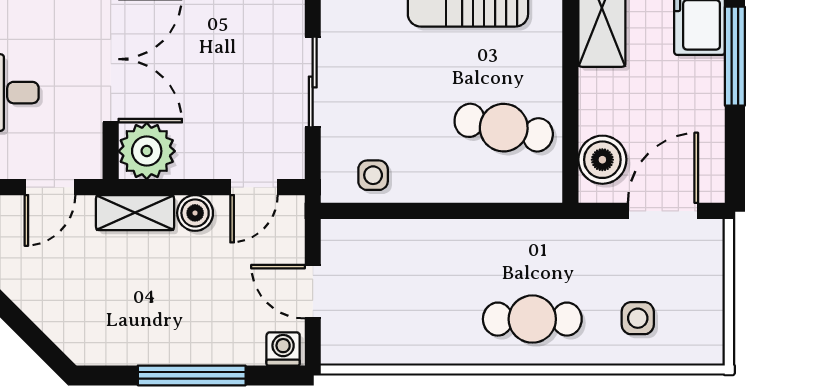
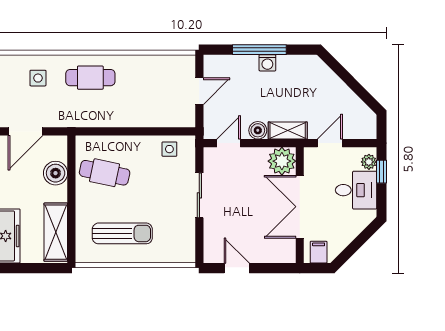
boiler: (602, 160) -> (56, 173), moved
door: (313, 292) -> (199, 91), hinge flipped
washing machine: (283, 349) -> (267, 63), moved

